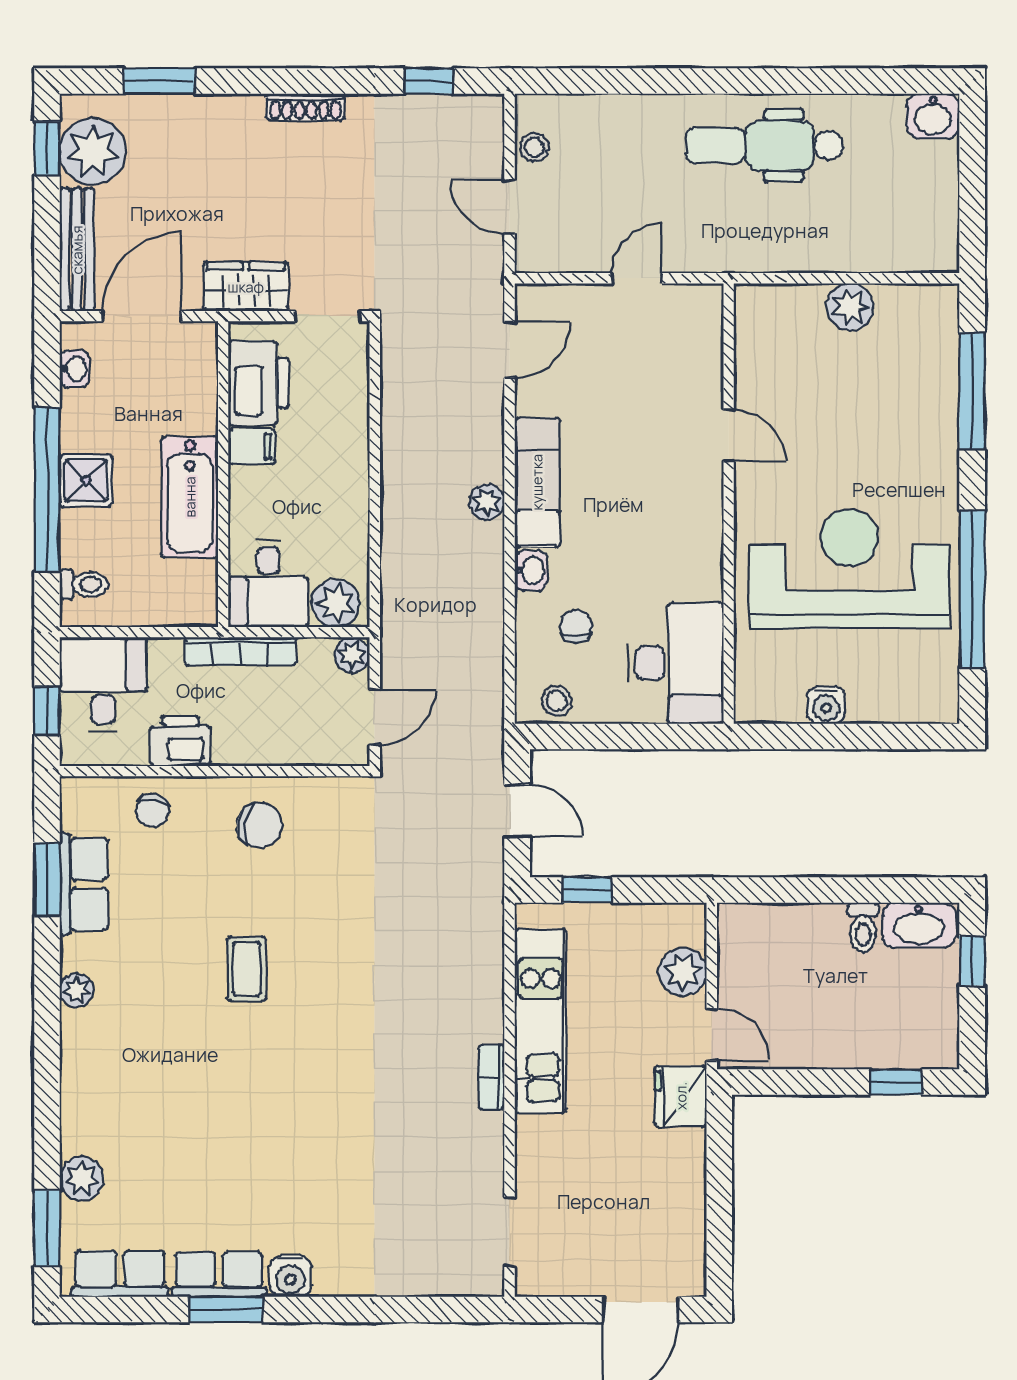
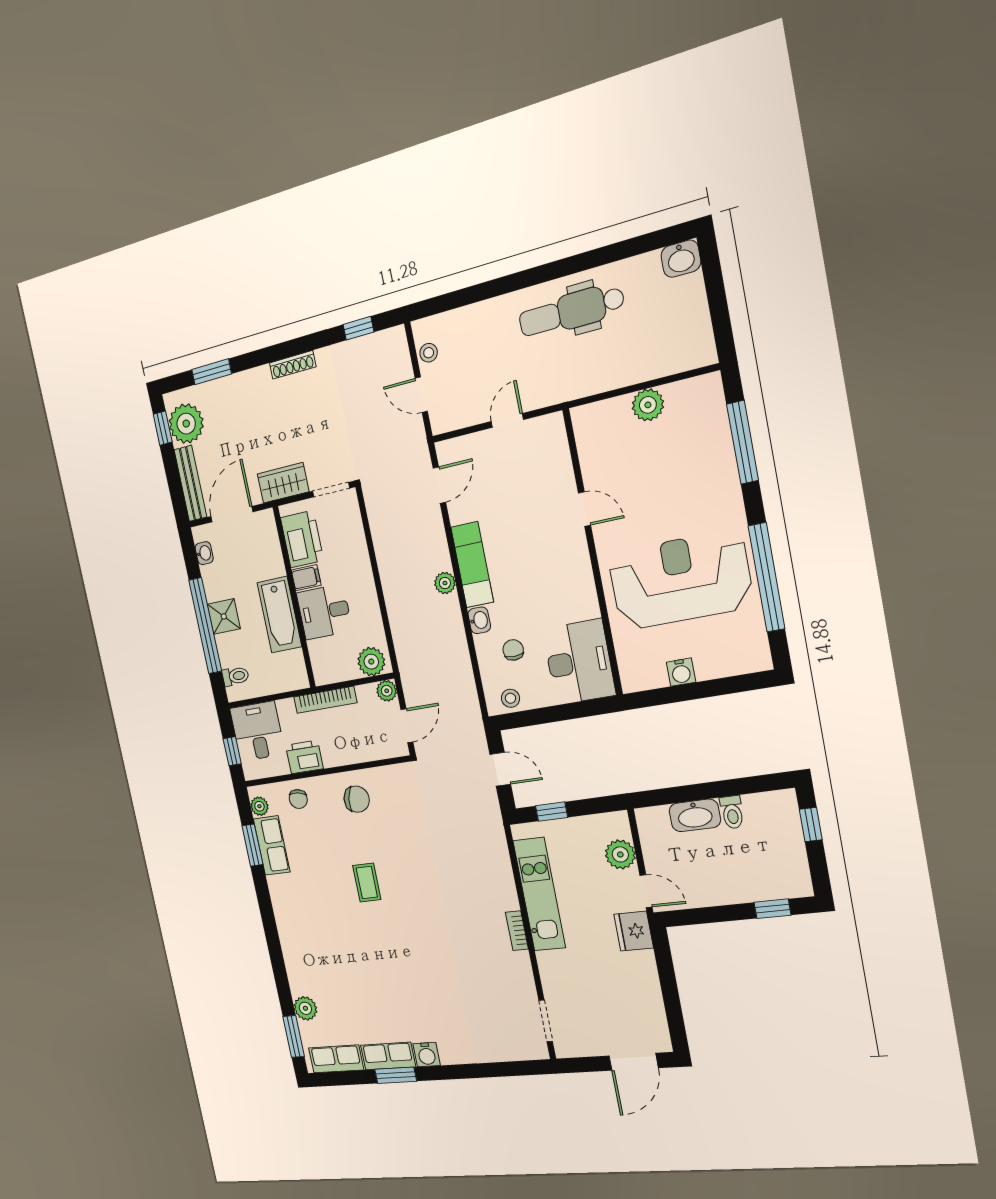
desk: (268, 584) -> (324, 612), moved, turned 90
washbasin: (919, 925) -> (695, 815), moved
plant: (77, 990) -> (259, 806), moved

